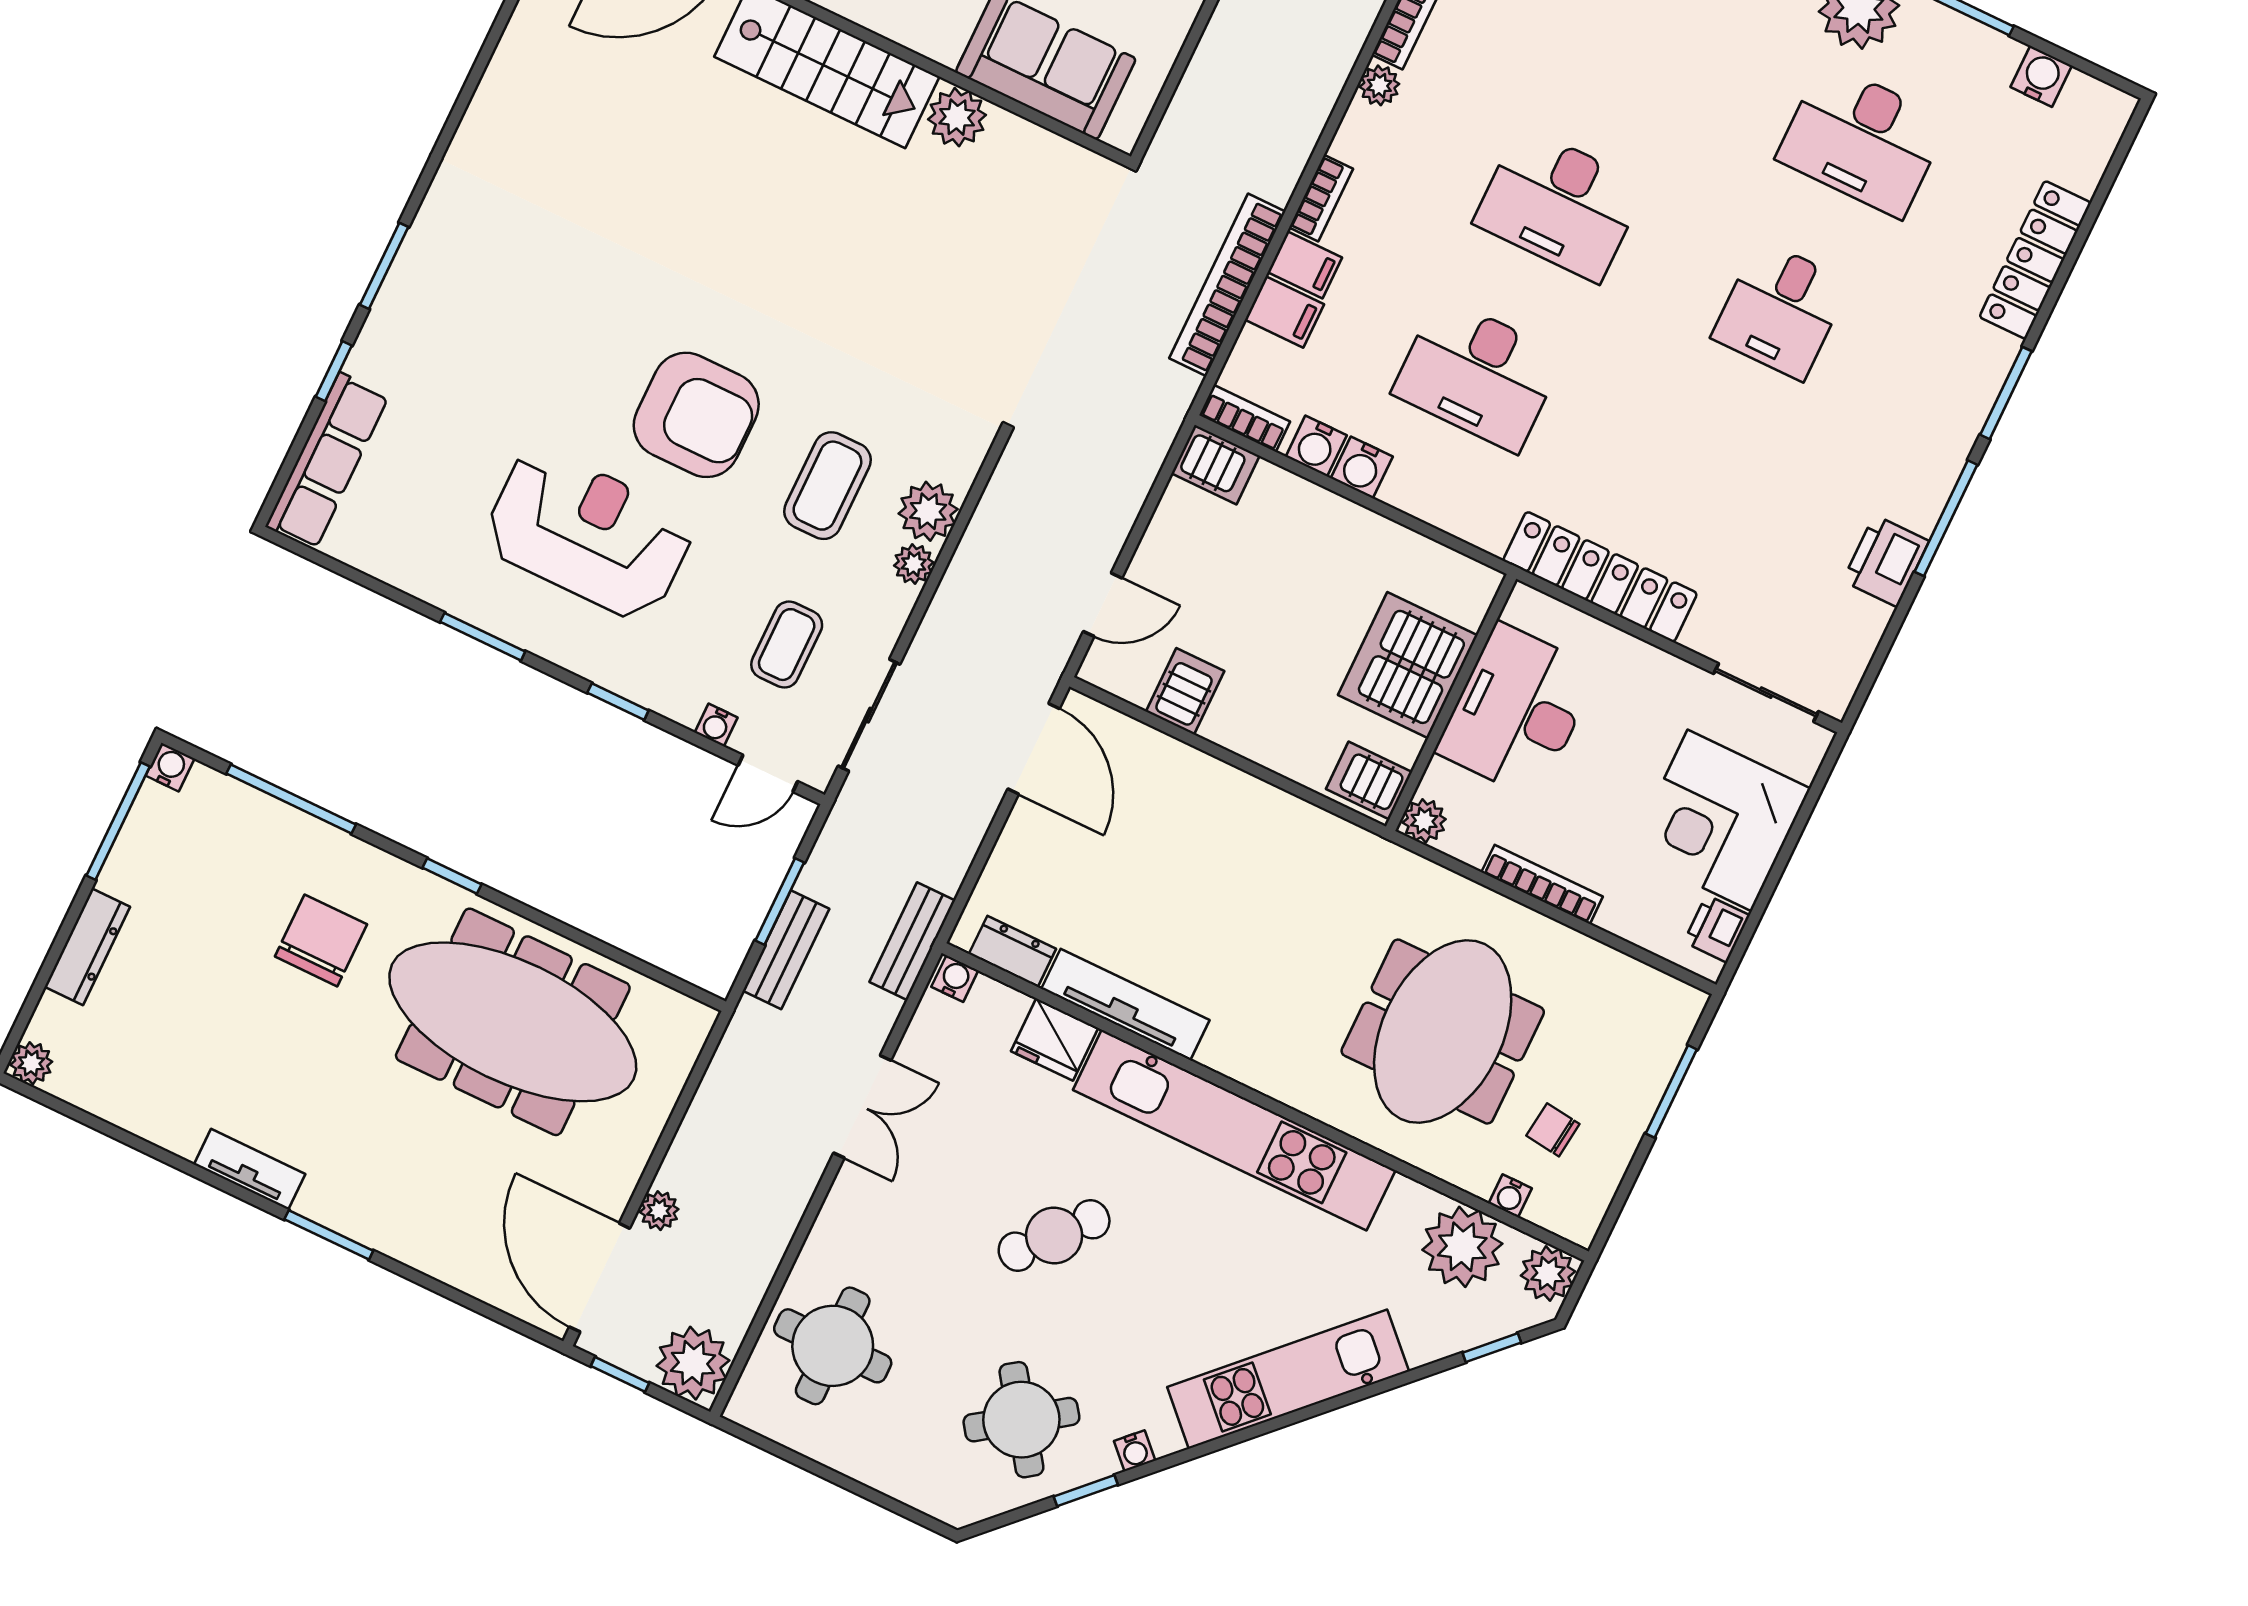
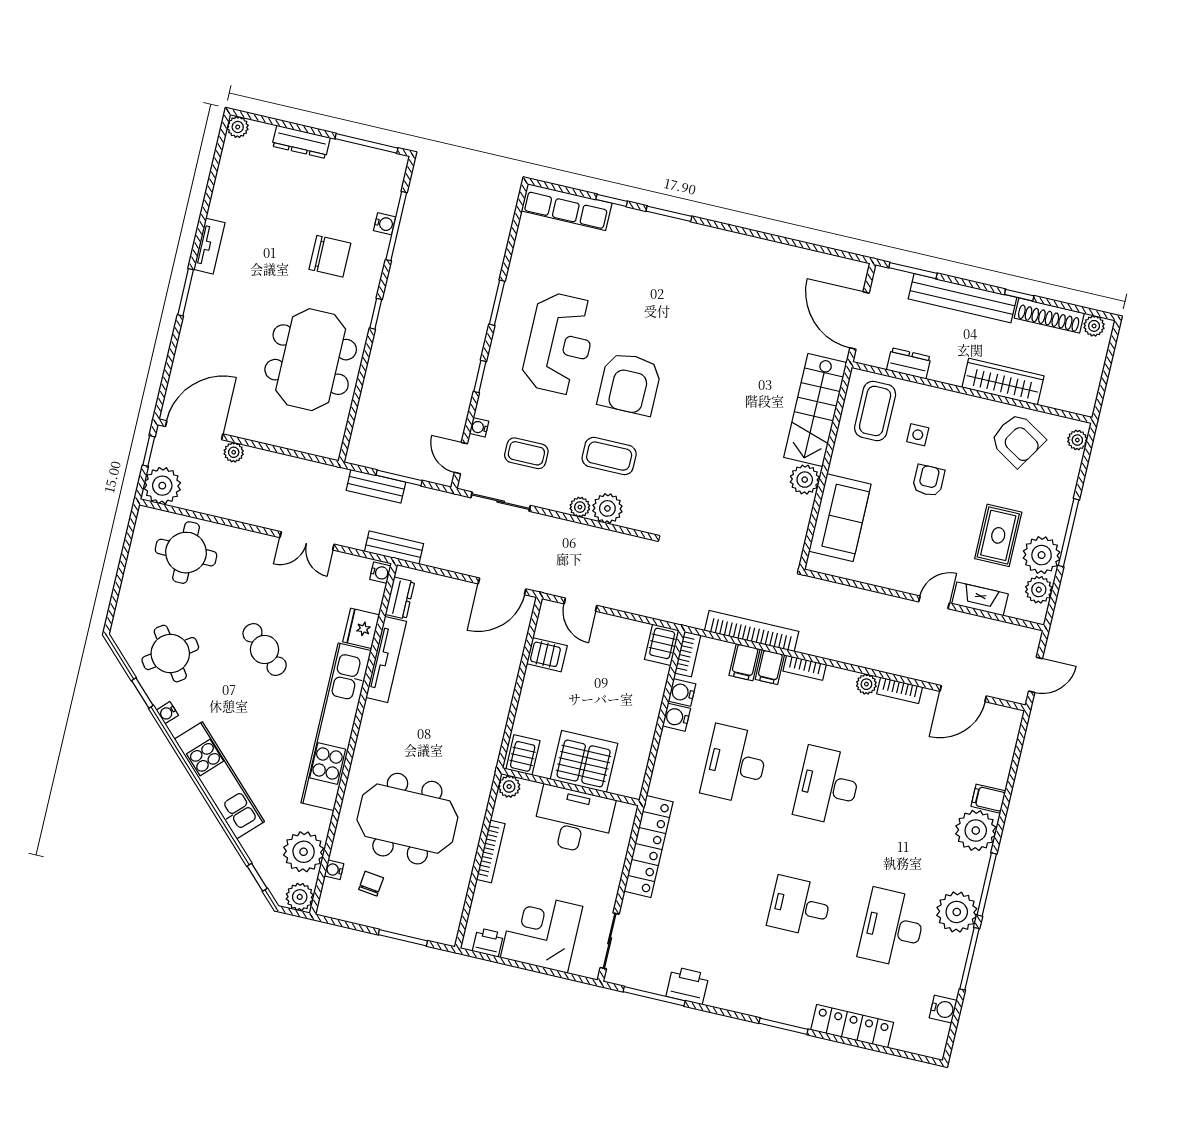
window: (1946, 518) -> (654, 996), moved
water cooler: (170, 767) -> (385, 224), moved
meeting table: (513, 1022) -> (311, 360), width x0.73

